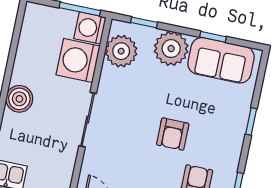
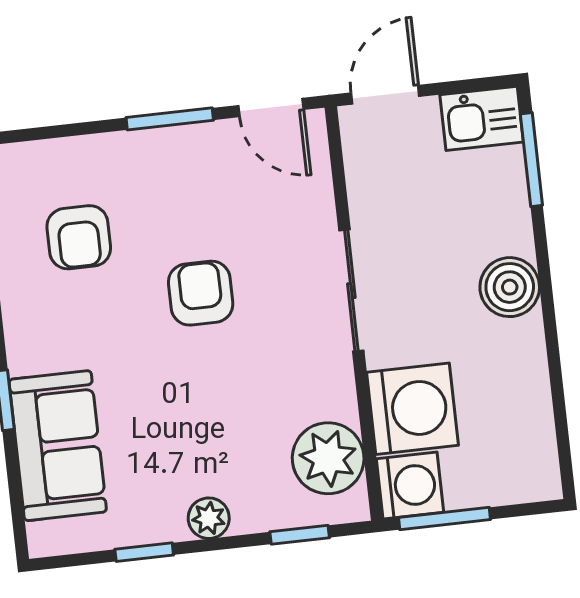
plant: (171, 49) -> (209, 518), width x0.53, depth x0.53
sofa: (221, 60) -> (58, 446), moved, turned 90
armchair: (173, 134) -> (201, 293), moved

